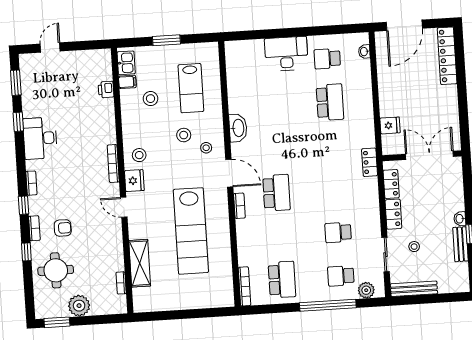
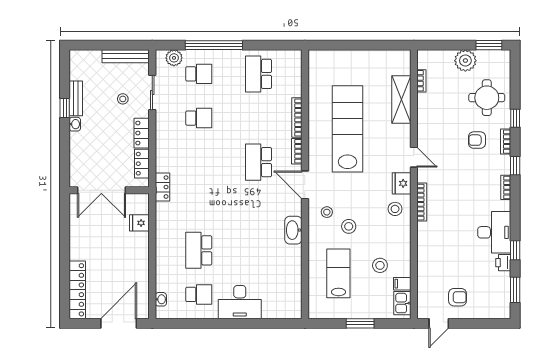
door: (50, 48) -> (439, 323), moved
armchair: (72, 72) -> (457, 297), added
printer: (106, 90) -> (503, 263), moved, turned 180
bookcase: (244, 286) -> (297, 117), moved

